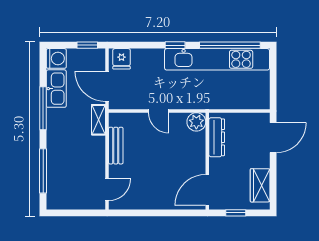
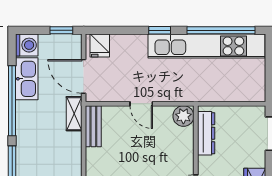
window: (43, 108) -> (12, 101), width x1.46
bench: (116, 146) -> (93, 126), moved

